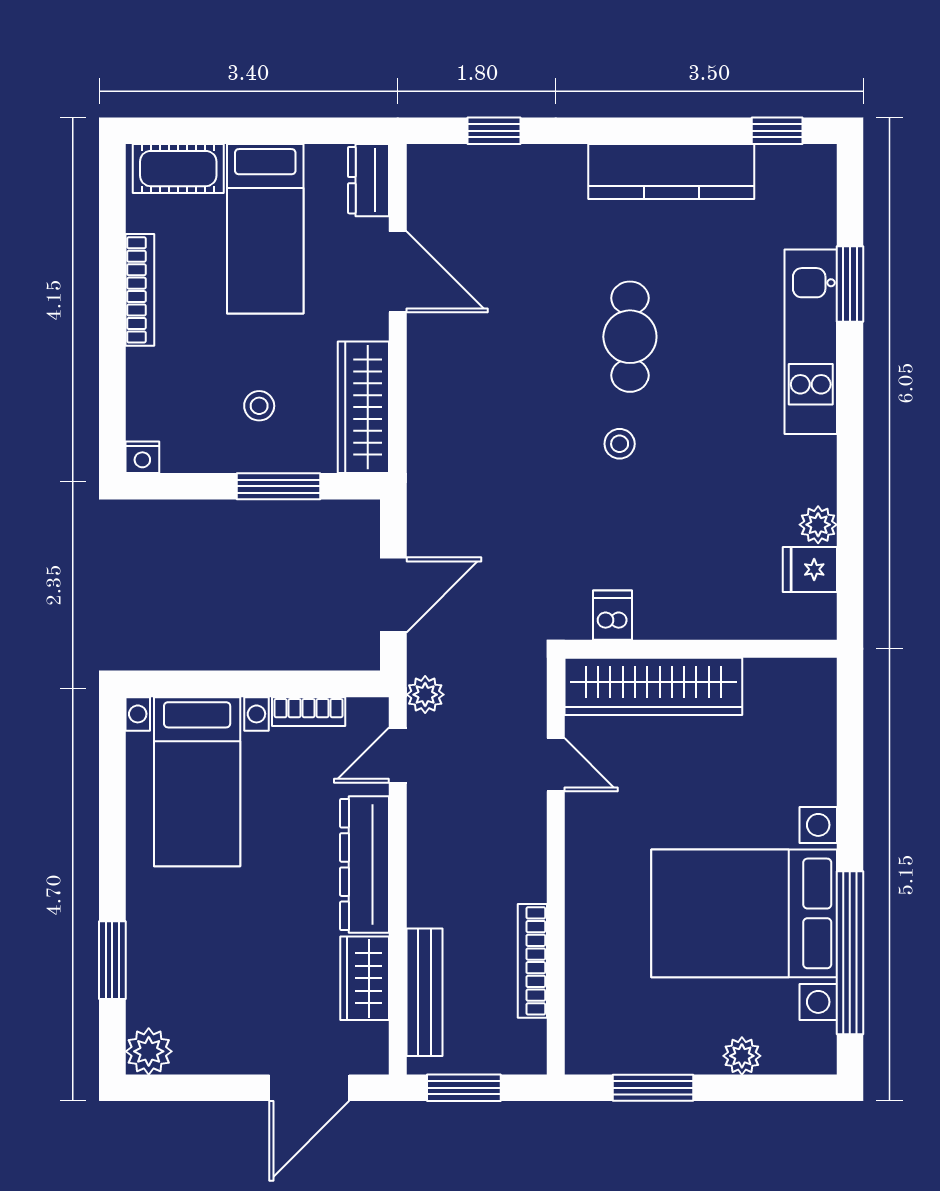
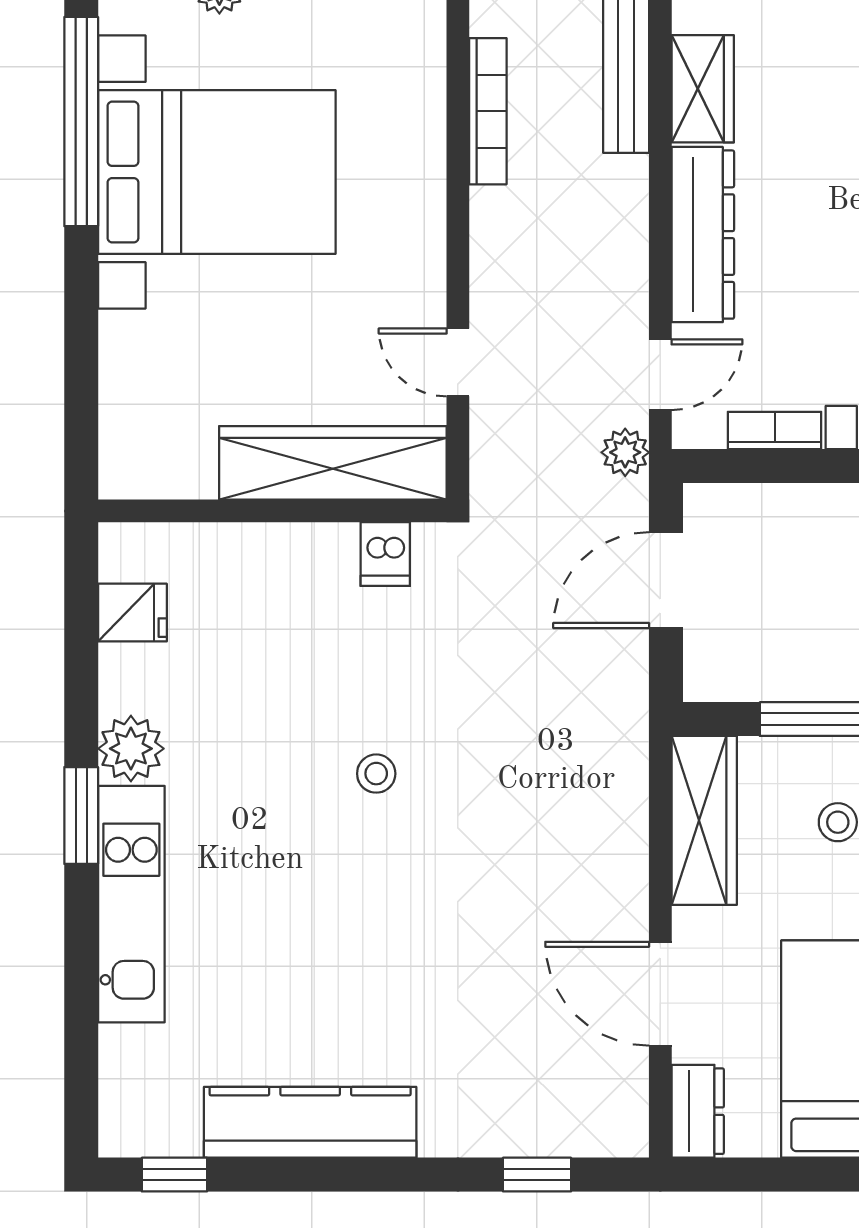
window: (850, 284) -> (81, 816), moved
cafe table: (630, 337) -> (363, 911), removed
plant: (818, 525) -> (131, 749), moved, width x1.38, depth x1.38

